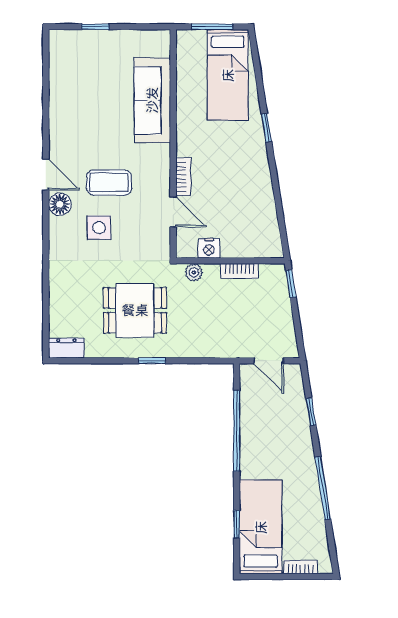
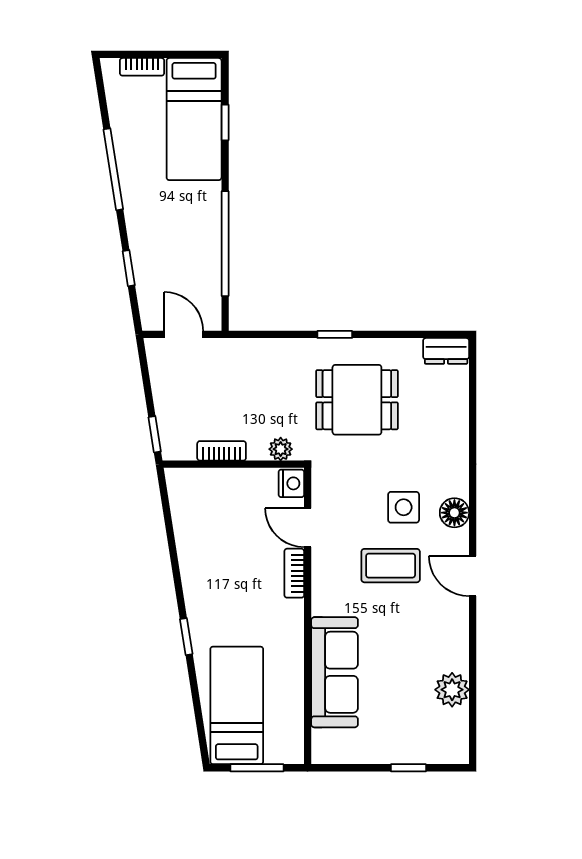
plant: (62, 87) -> (452, 690), added
floor lamp: (60, 204) -> (454, 513), moved
nightstand: (209, 248) -> (291, 483), moved, turned 90

